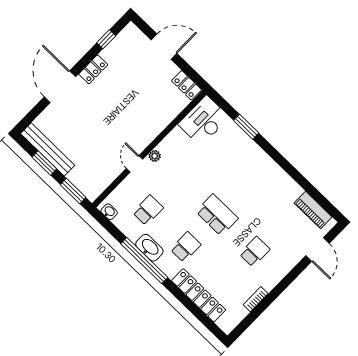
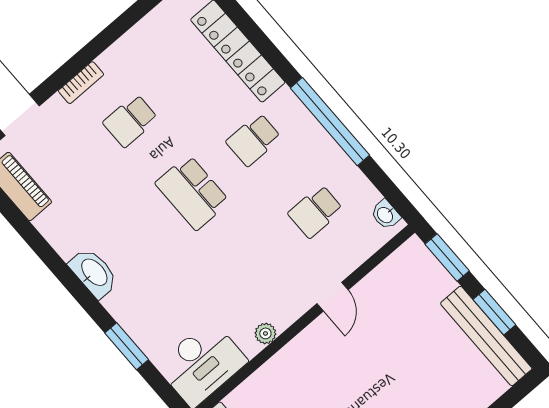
plant: (155, 156) -> (265, 333), moved
washbasin: (149, 248) -> (94, 273), moved, turned 180
bookcase: (256, 299) -> (81, 83), moved

